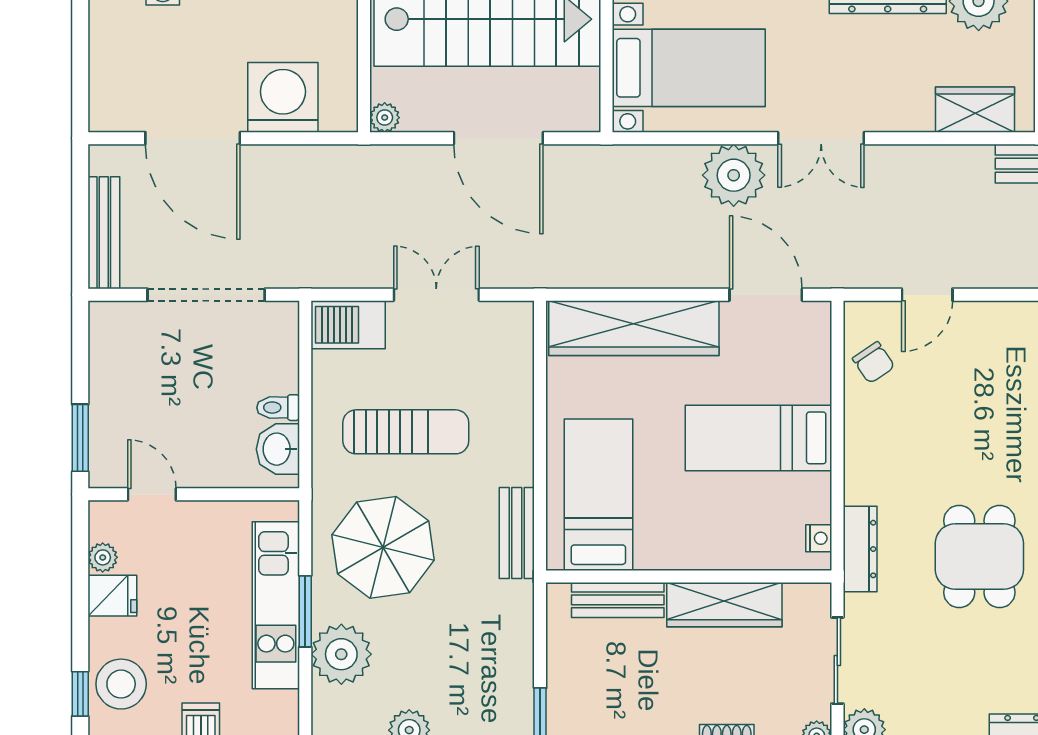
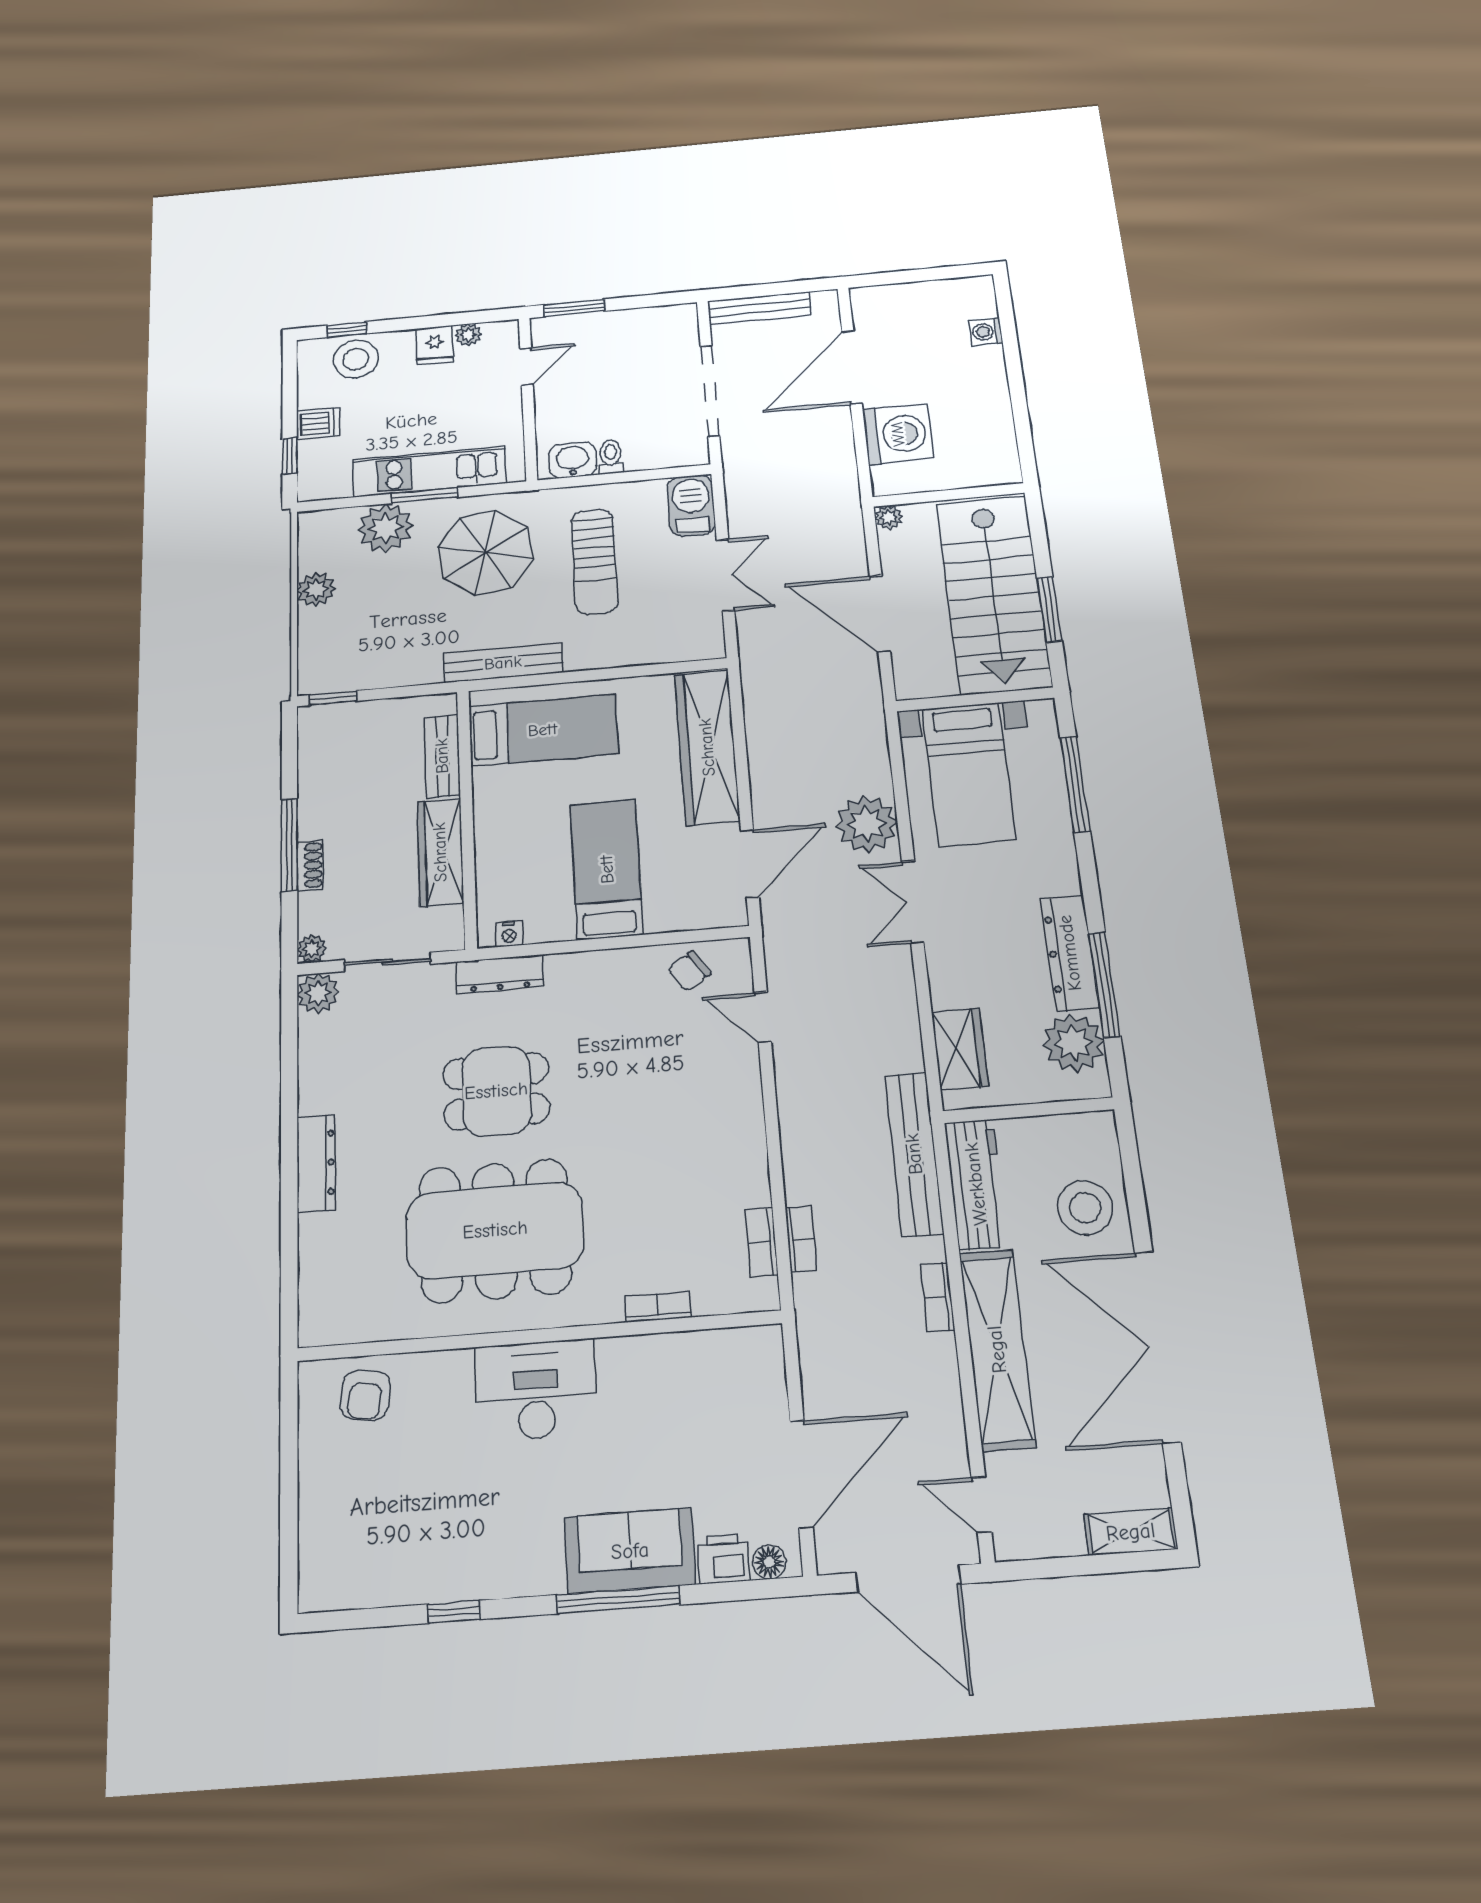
door: (498, 138) -> (880, 614), hinge flipped
bench: (517, 533) -> (503, 663), width x1.36

